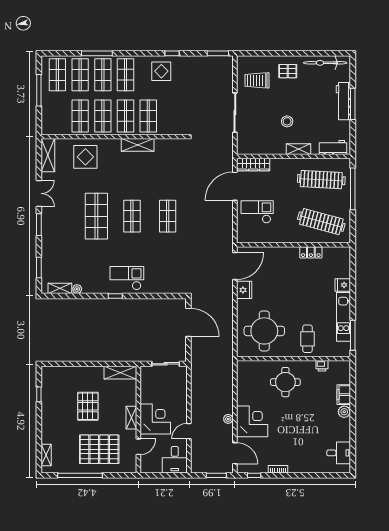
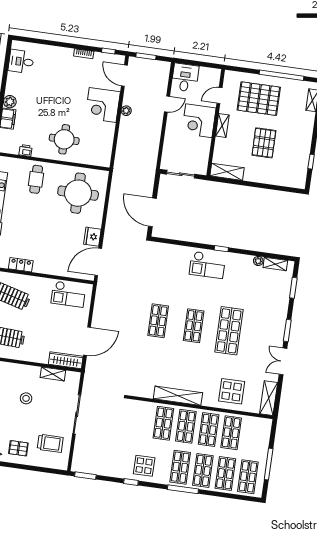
window: (97, 53) -> (183, 489), moved
shelving: (138, 145) -> (178, 396), width x1.47
shelving: (298, 149) -> (53, 374), moved
checkout: (257, 212) -> (68, 294), moved

